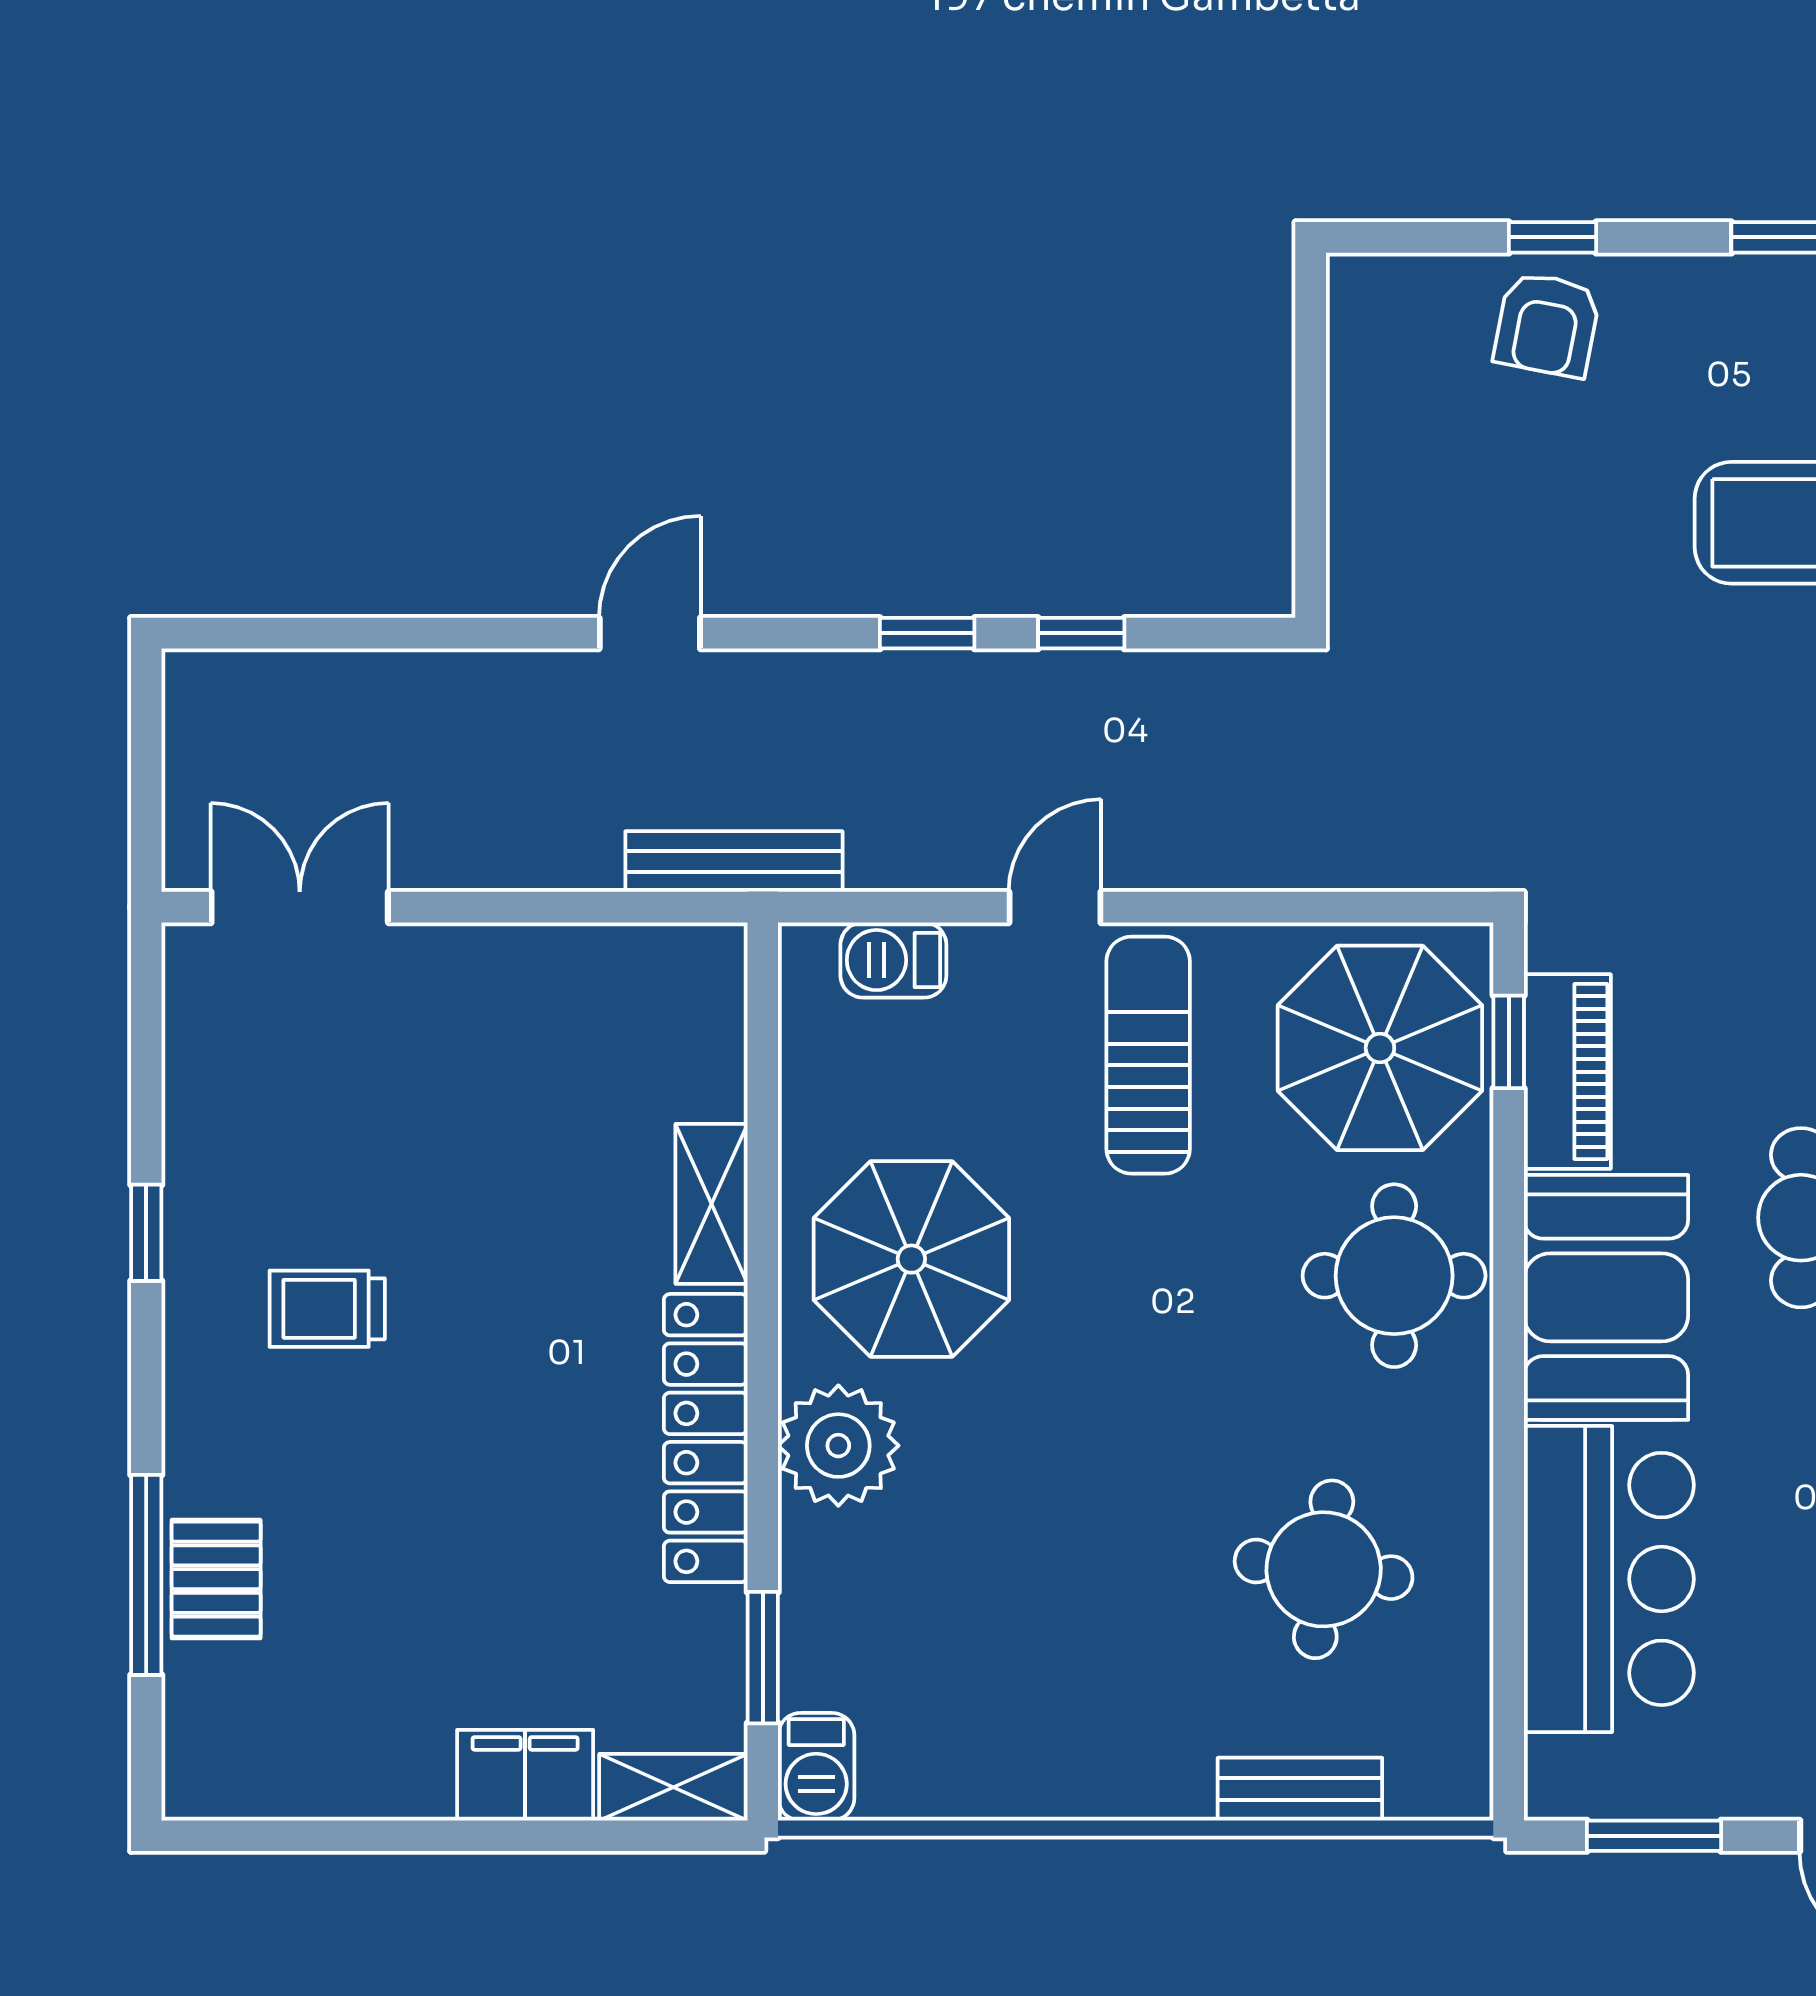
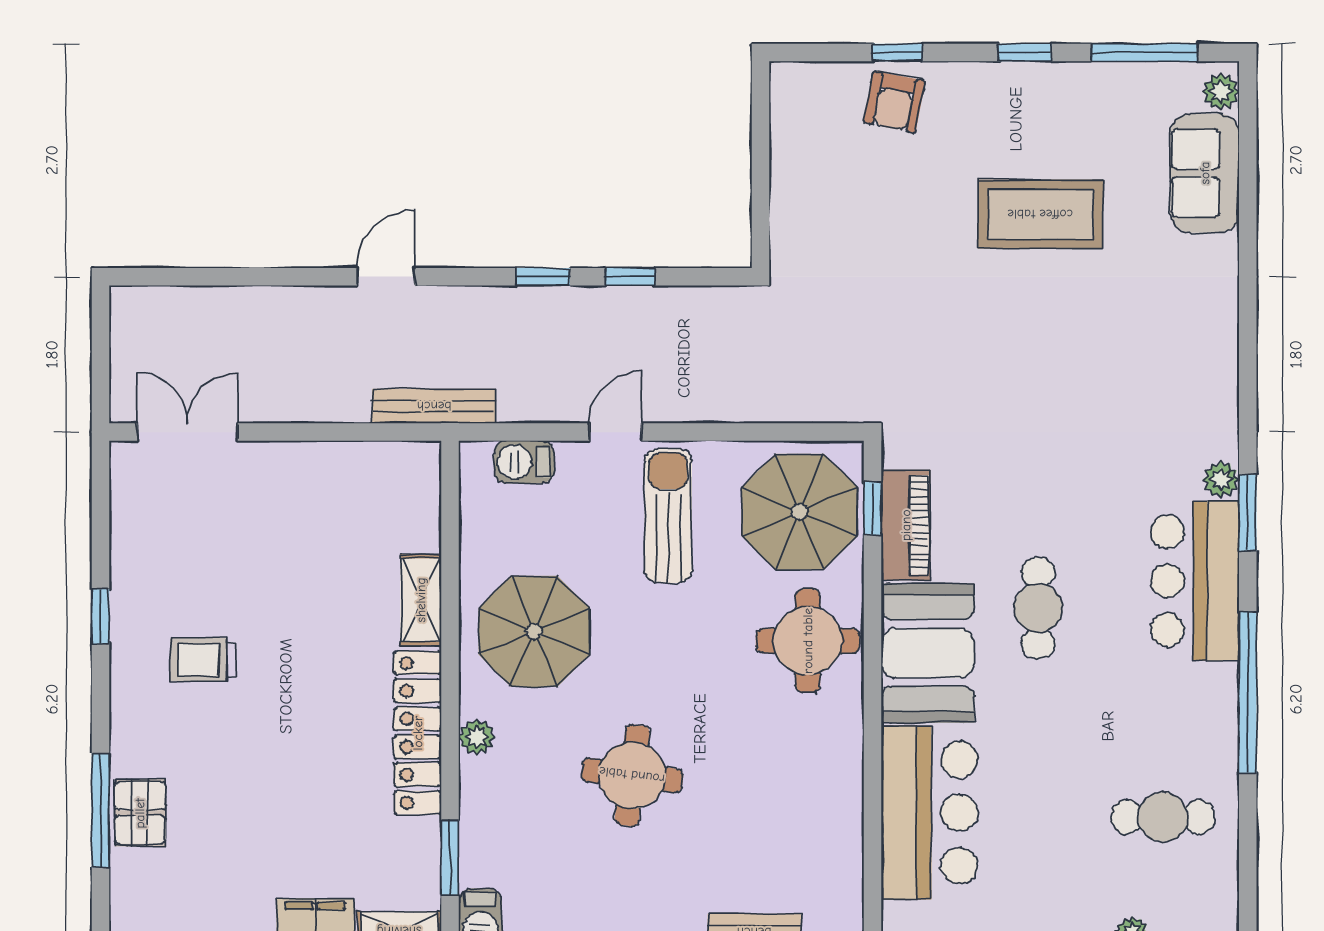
plant: (838, 1446) -> (477, 737), width x0.53, depth x0.53
round table: (1324, 1569) -> (632, 775), moved

